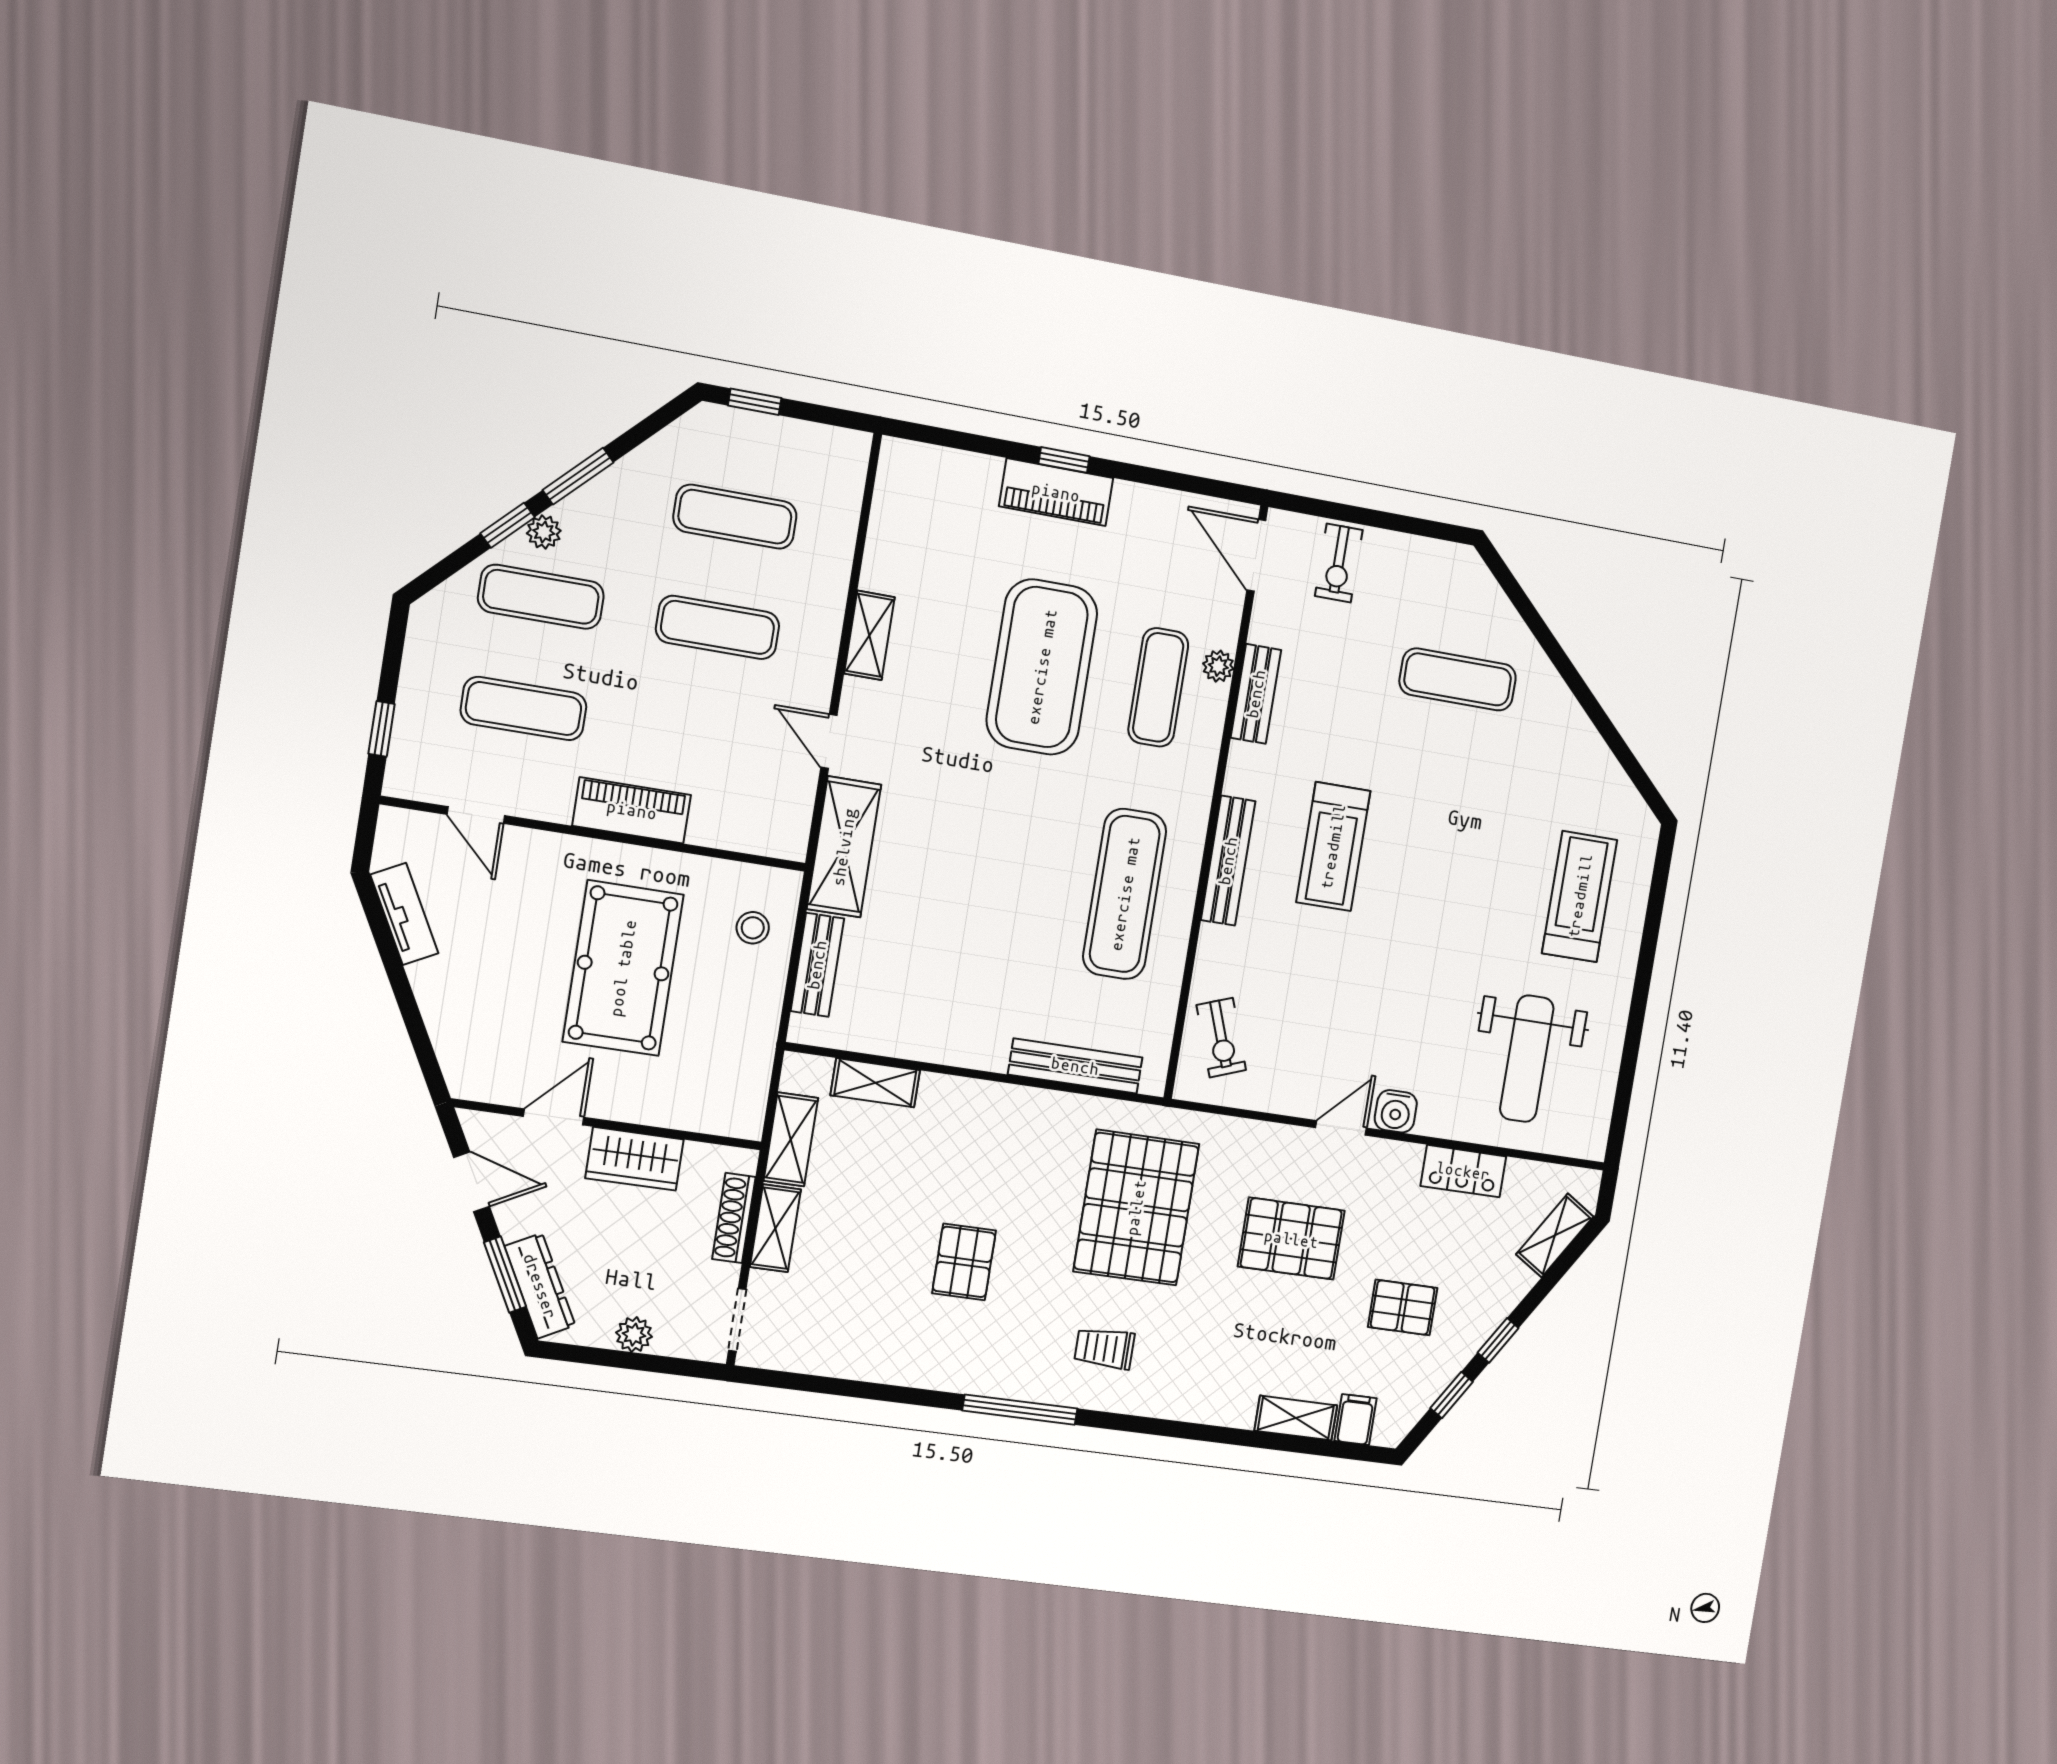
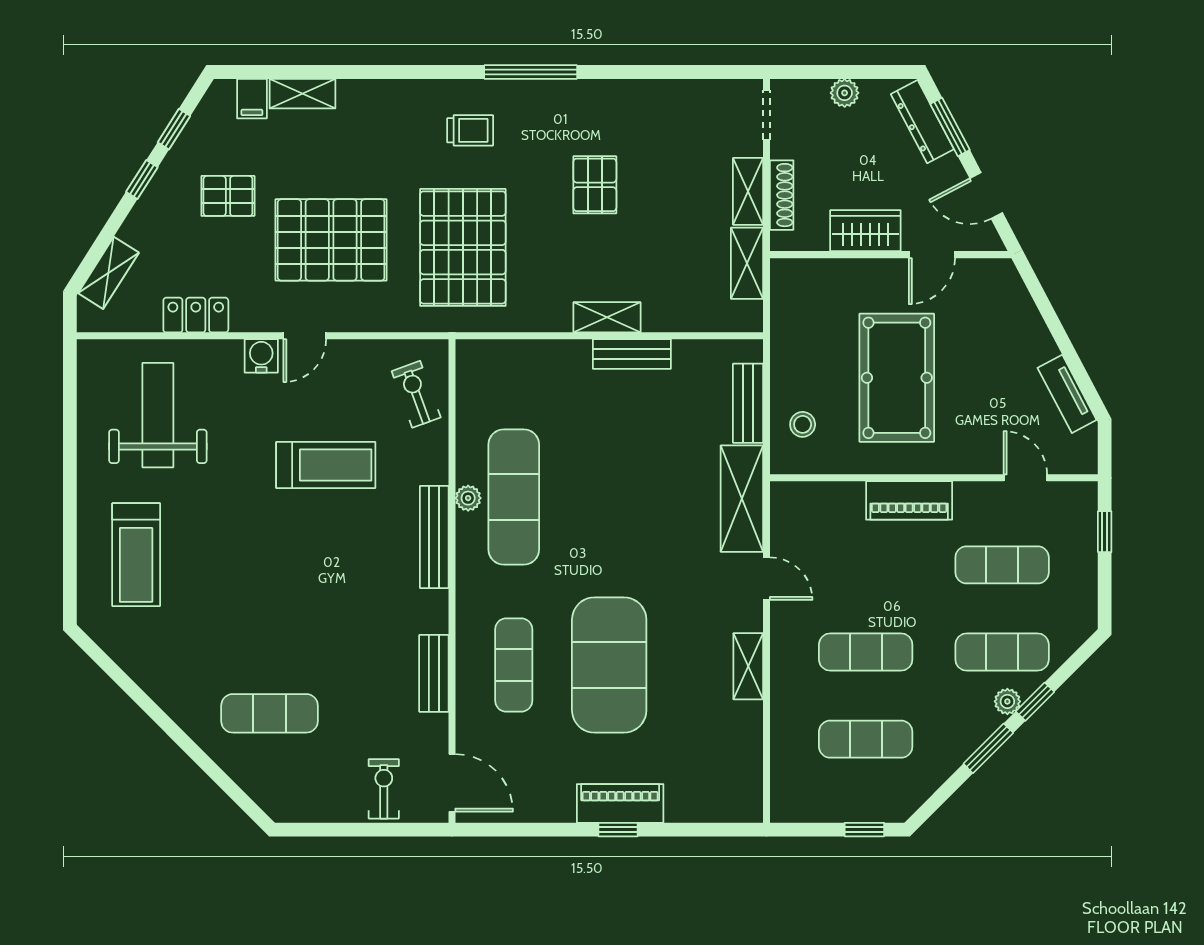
plant: (1218, 666) -> (468, 498), moved
treadmill: (1333, 847) -> (326, 465), moved, turned 90
bench: (1075, 1066) -> (632, 354), moved, width x0.73
shelving: (875, 1083) -> (607, 317), moved
pallet: (1291, 1239) -> (331, 240), width x1.37, depth x1.41

